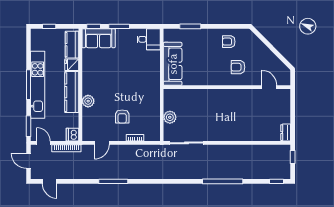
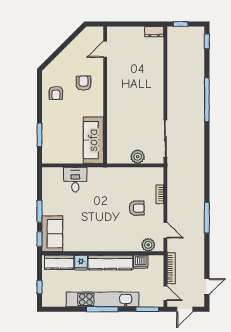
desk: (149, 39) -> (75, 180), moved
sofa: (173, 64) -> (93, 140), moved, turned -90
armchair: (238, 67) -> (83, 83), turned 180
plant: (88, 101) -> (148, 245), moved
dishwasher: (72, 135) -> (141, 262), moved
door: (43, 143) -> (165, 293), swing flipped

